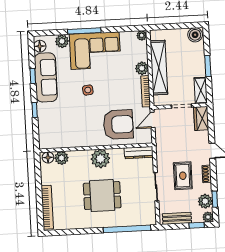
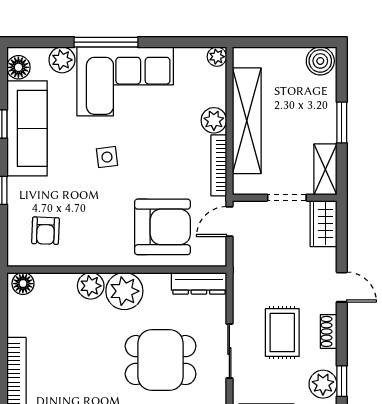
armchair: (58, 130) -> (45, 231), added
plant: (62, 158) -> (91, 286), moved
dining table: (102, 196) -> (161, 360), moved

